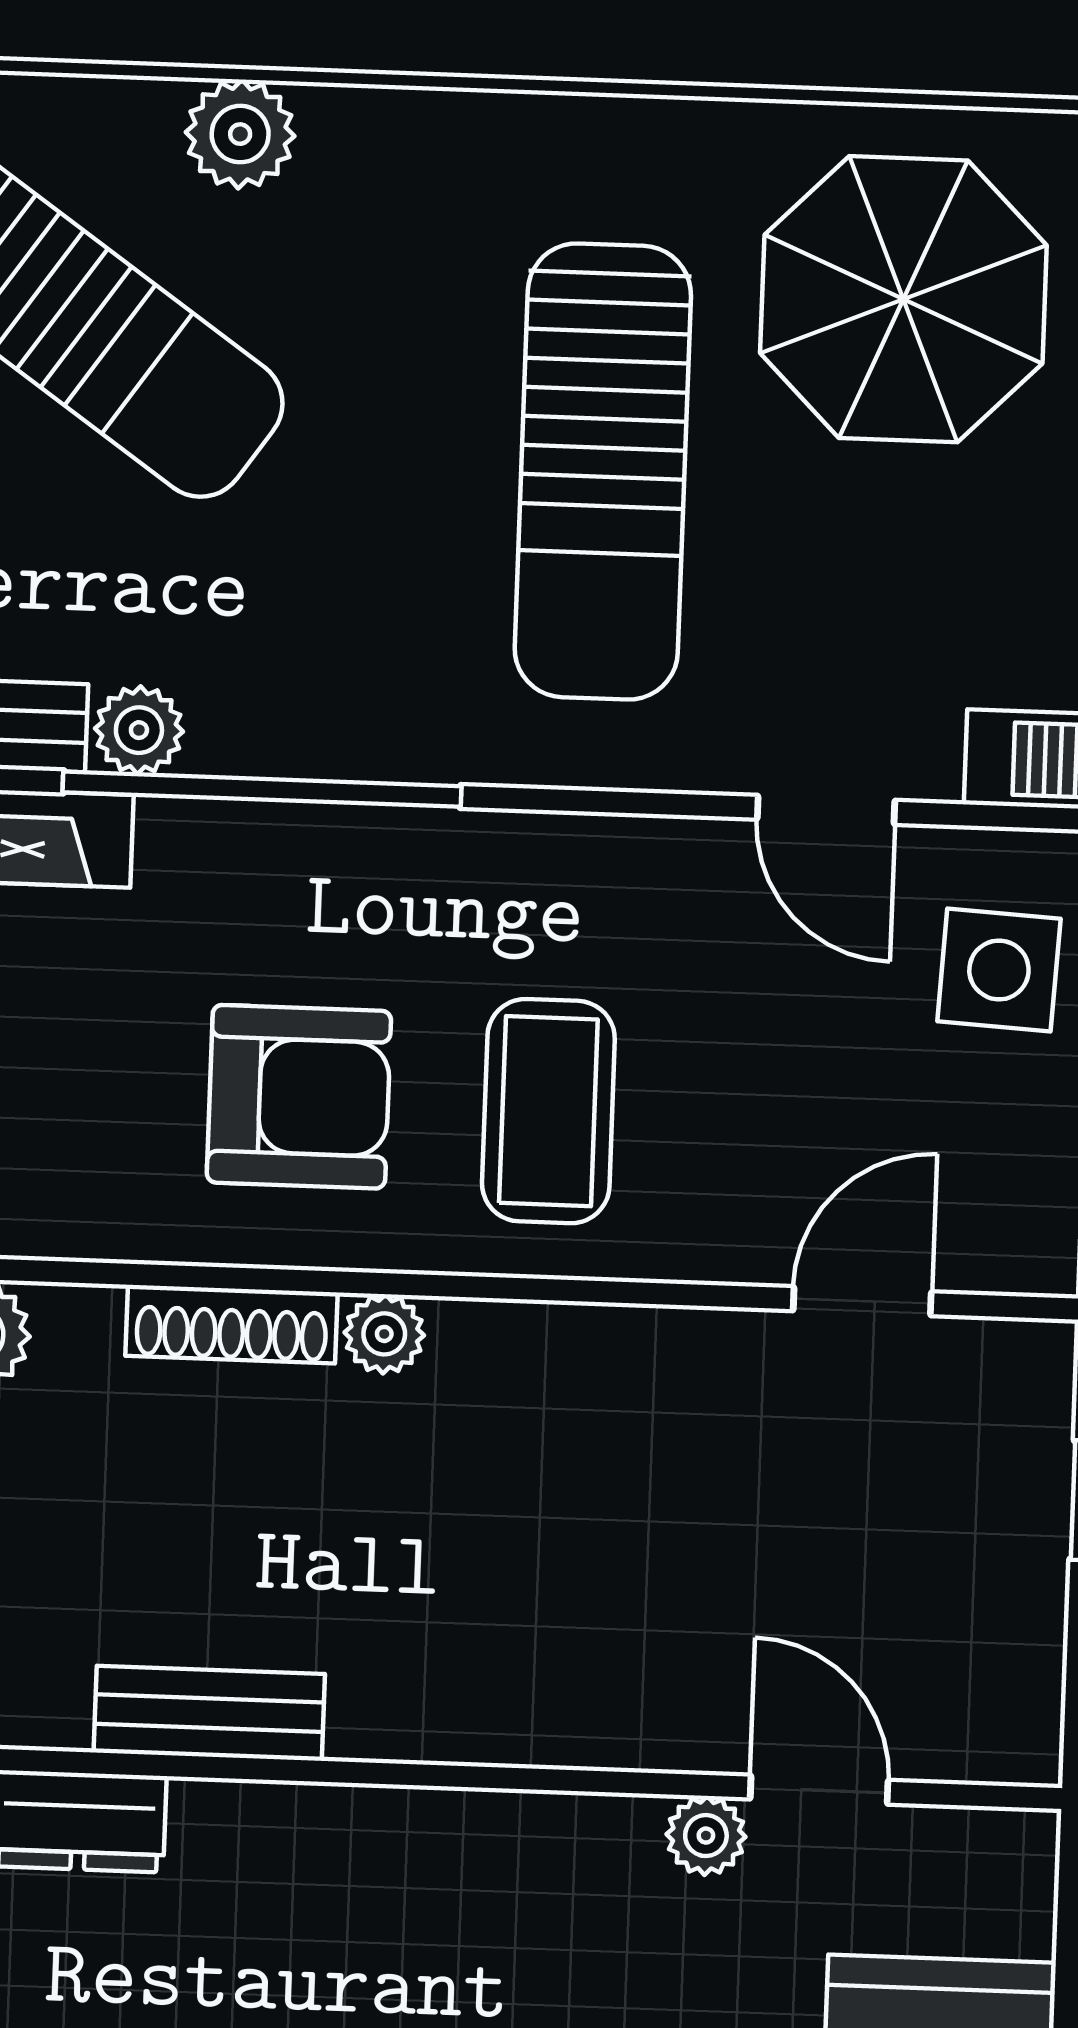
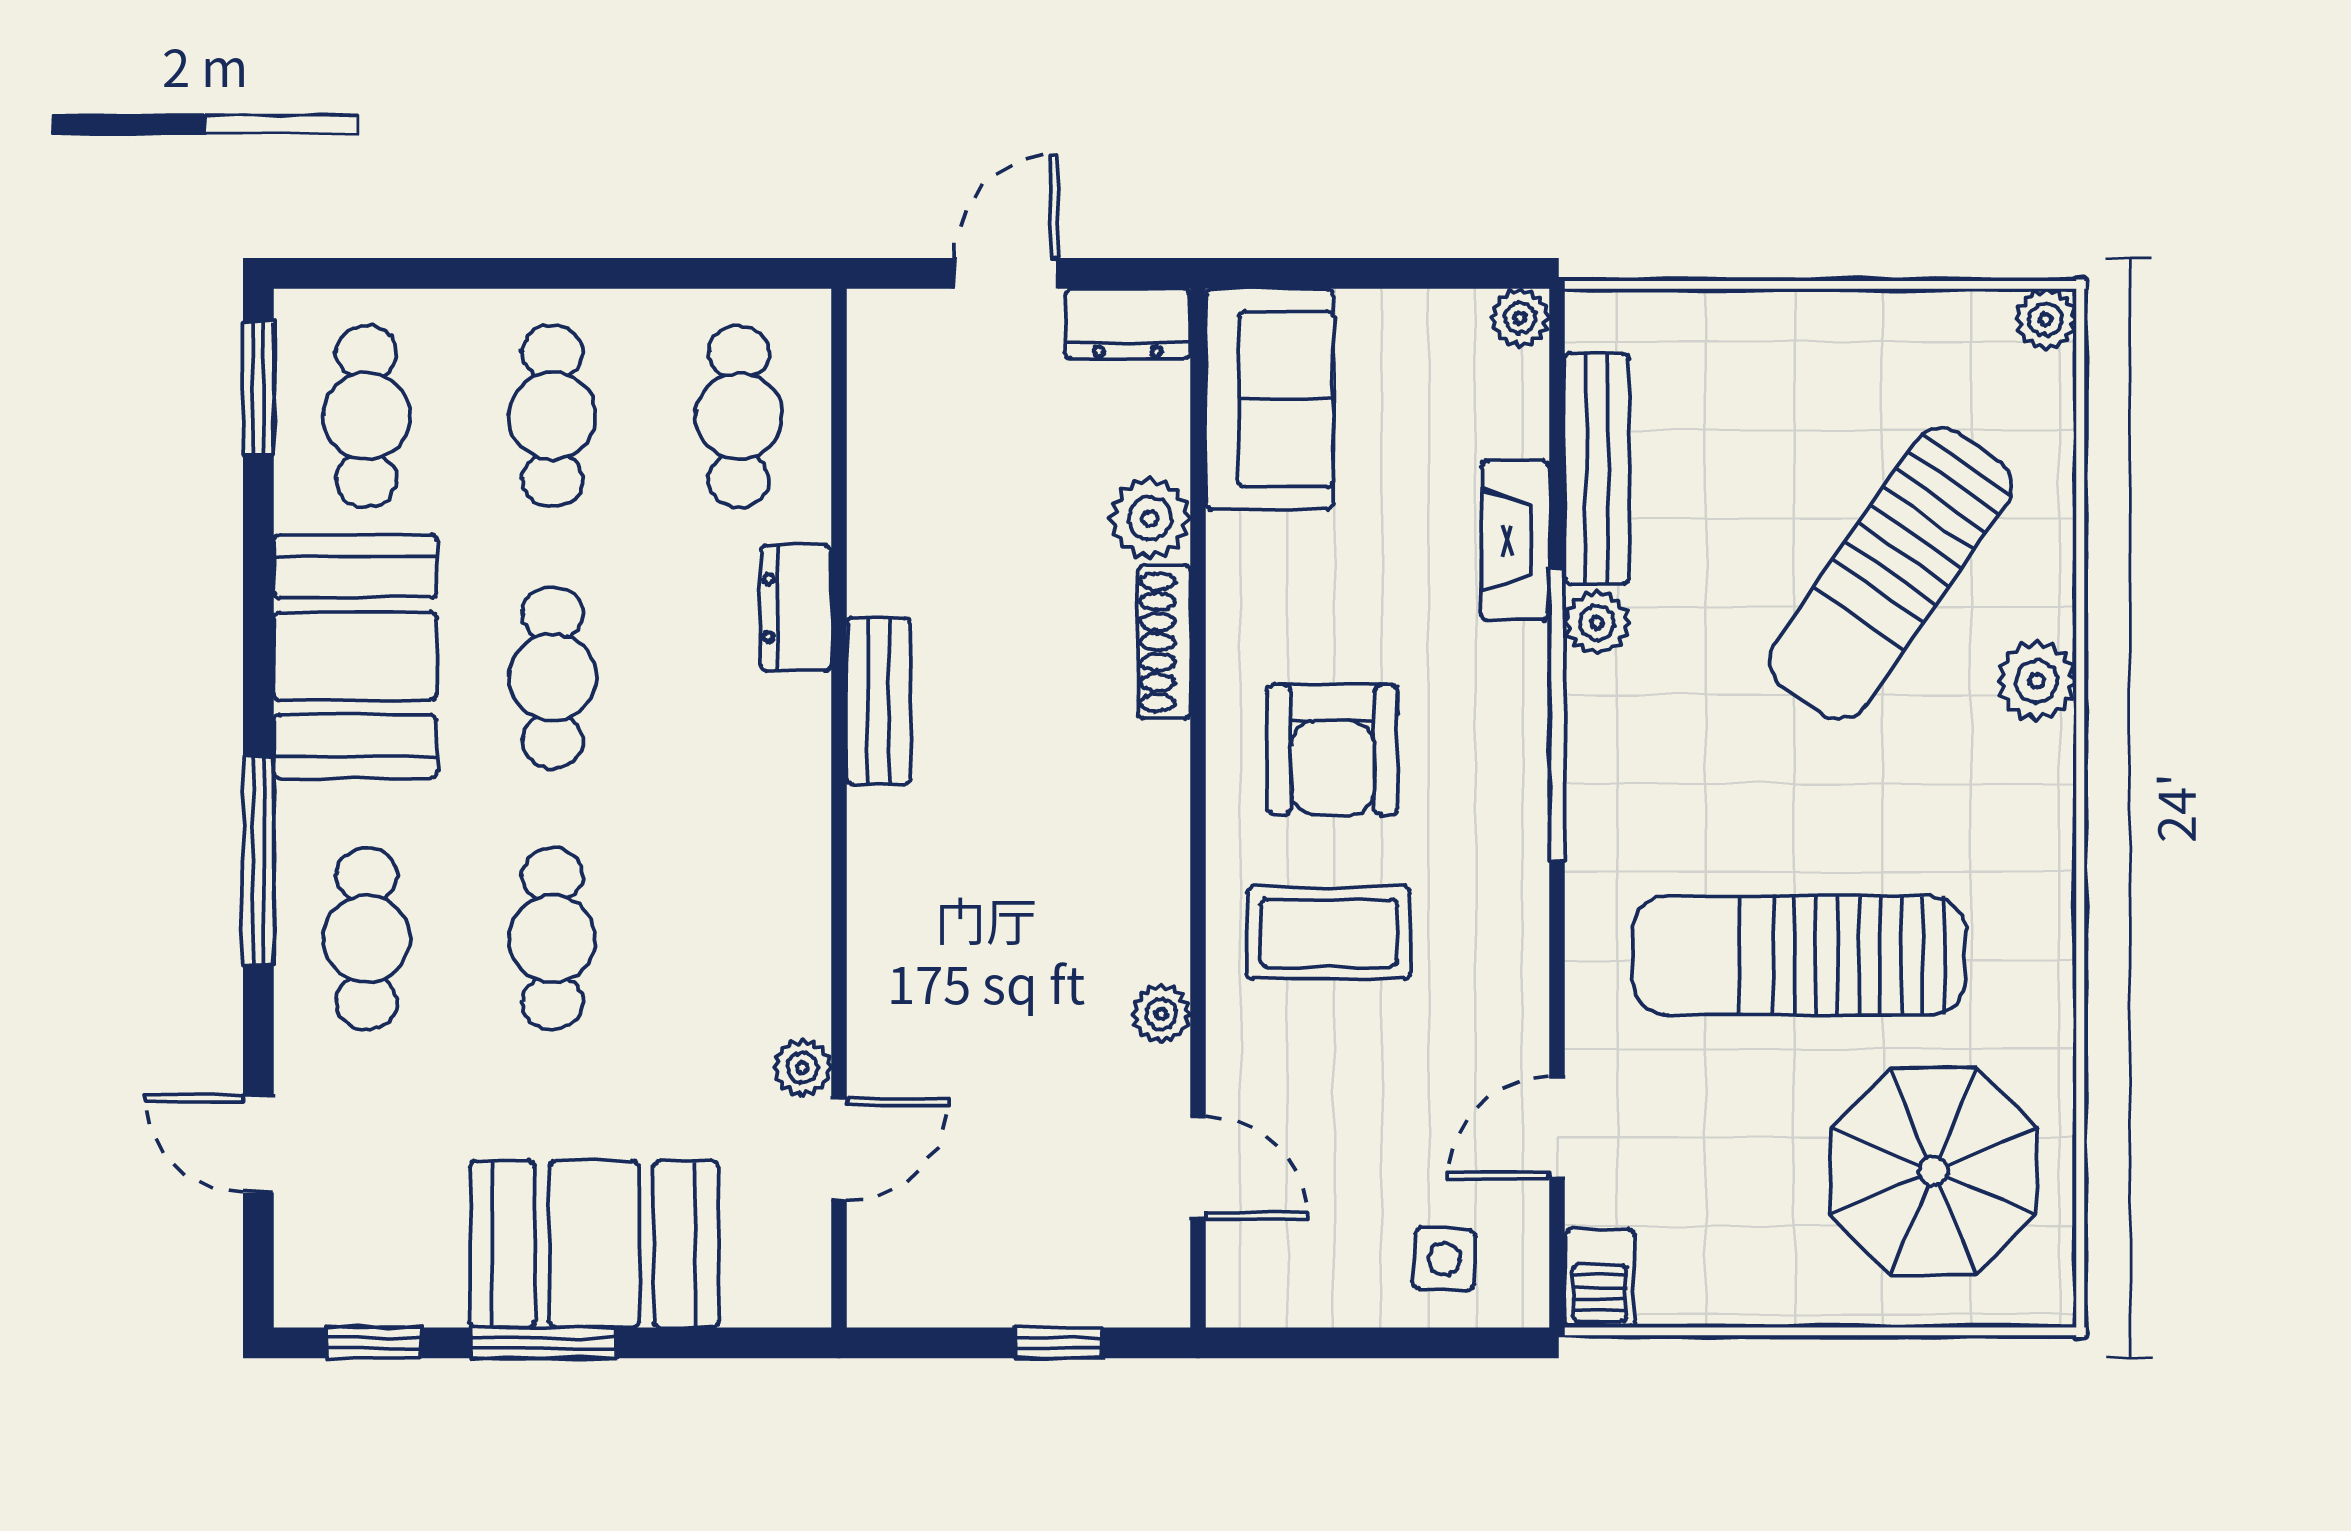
side table: (999, 970) -> (1444, 1259), width x0.73, depth x0.73
shoe rack: (232, 1324) -> (1164, 642), moved
plant: (384, 1334) -> (1161, 1014), moved

